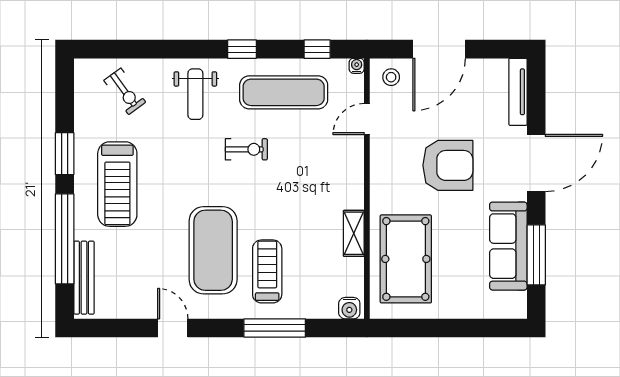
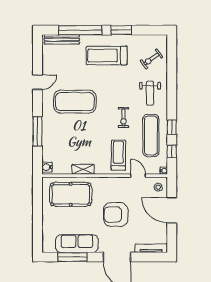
window: (242, 49) -> (172, 127), moved
weight bench: (195, 94) -> (150, 93), turned -90
armchair: (448, 165) -> (116, 215), turned 90
treadmill: (267, 271) -> (118, 155), moved, turned -90

